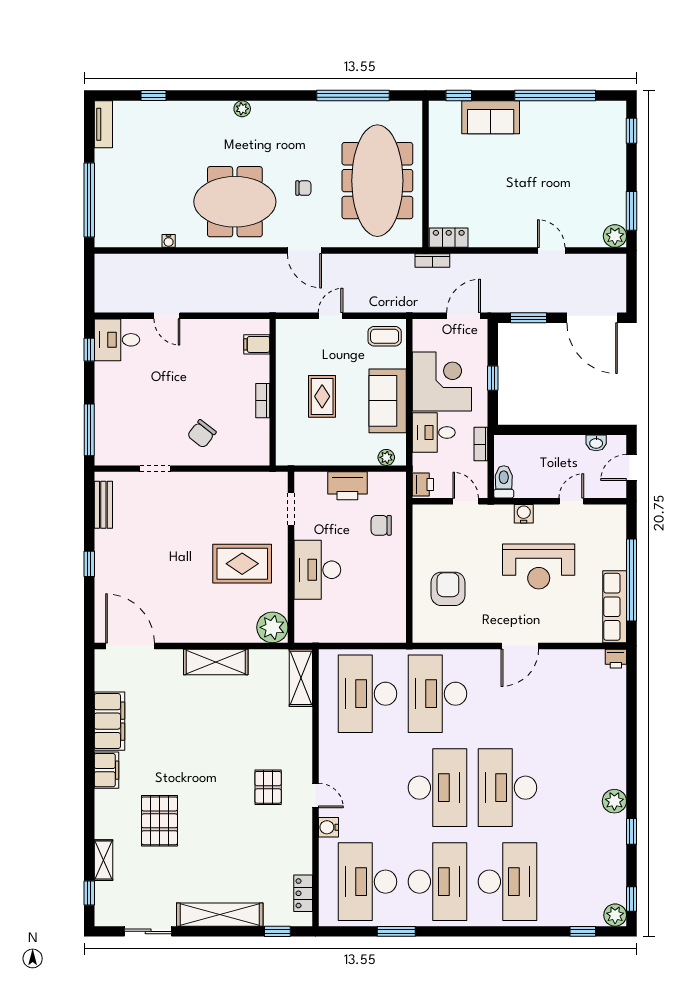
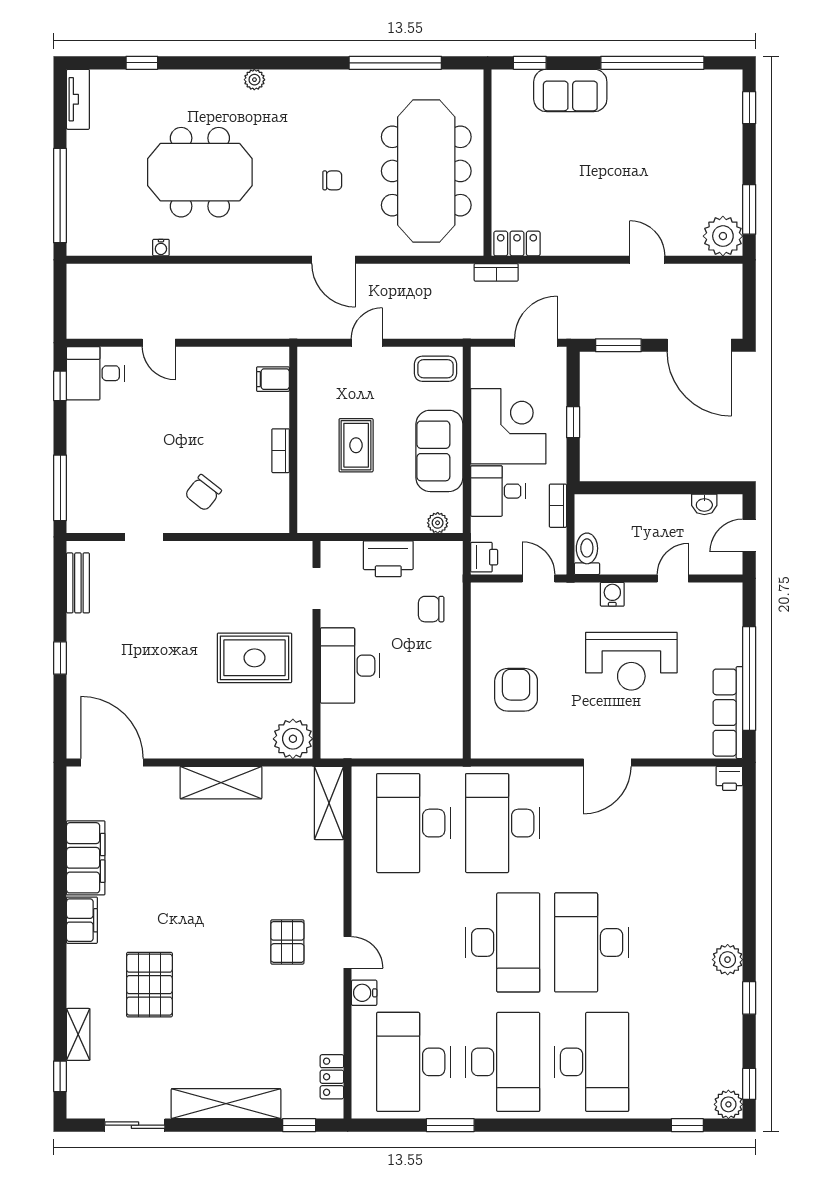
meeting table: (235, 202) -> (200, 172), moved
plant: (615, 236) -> (723, 236), width x1.36, depth x1.36

